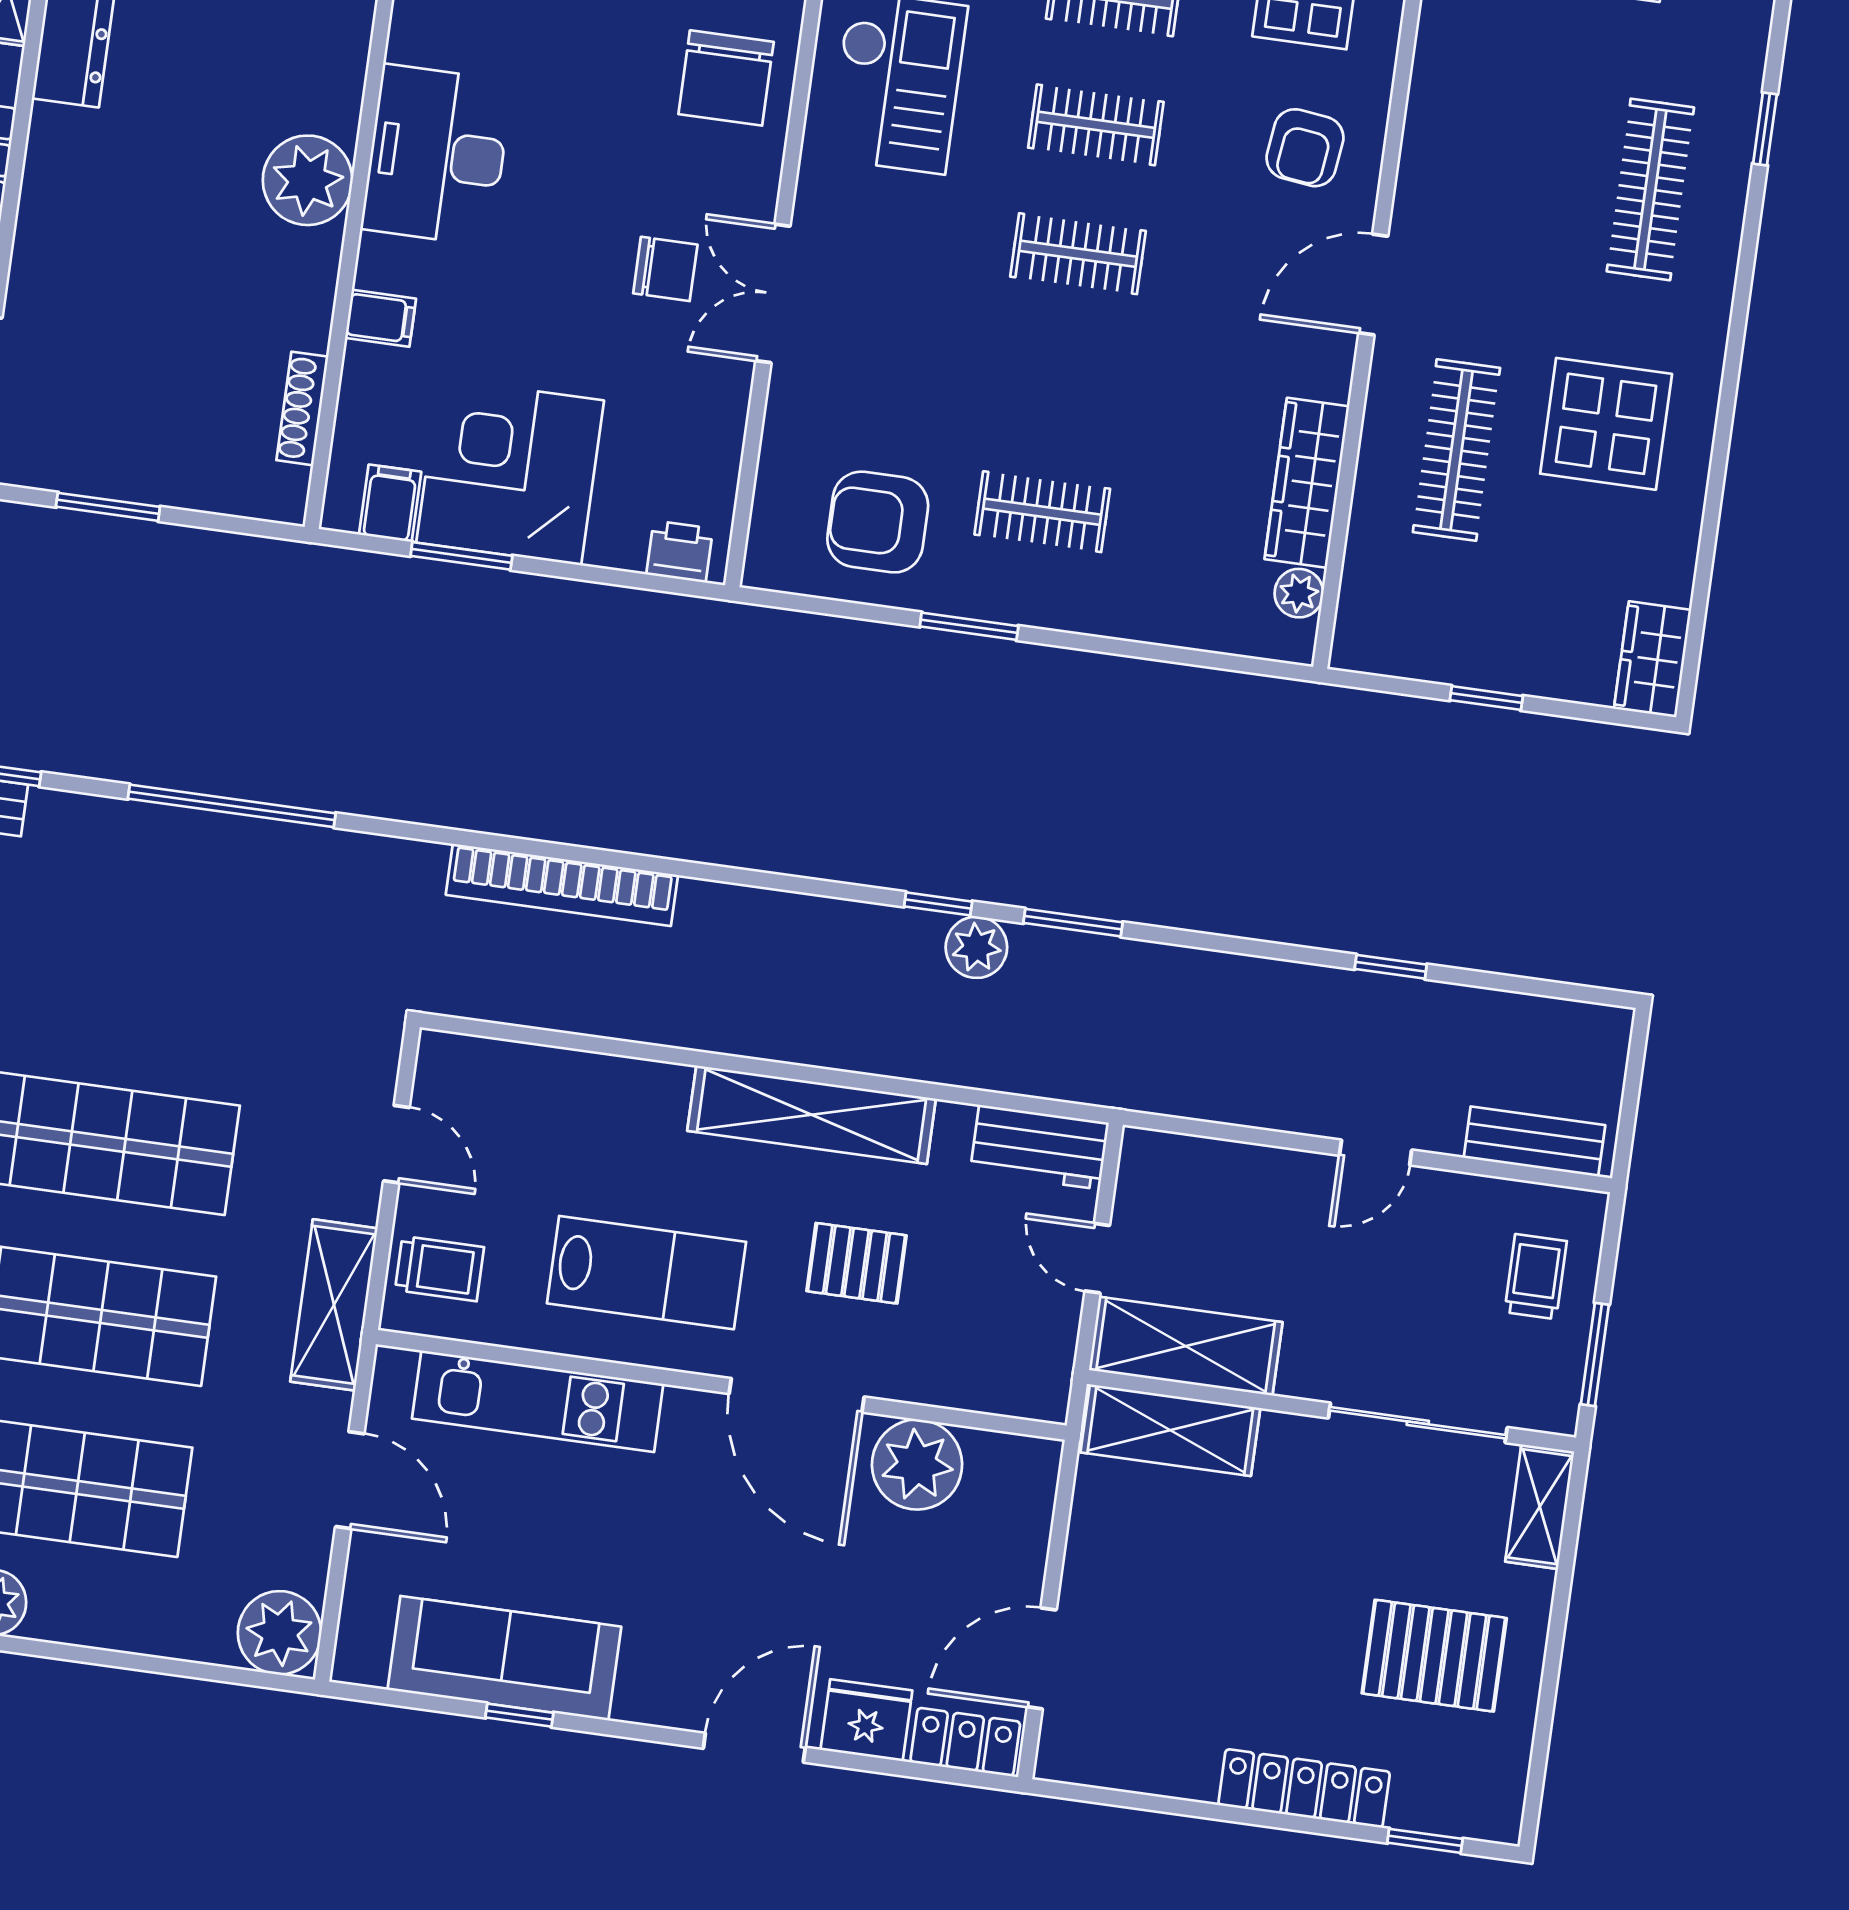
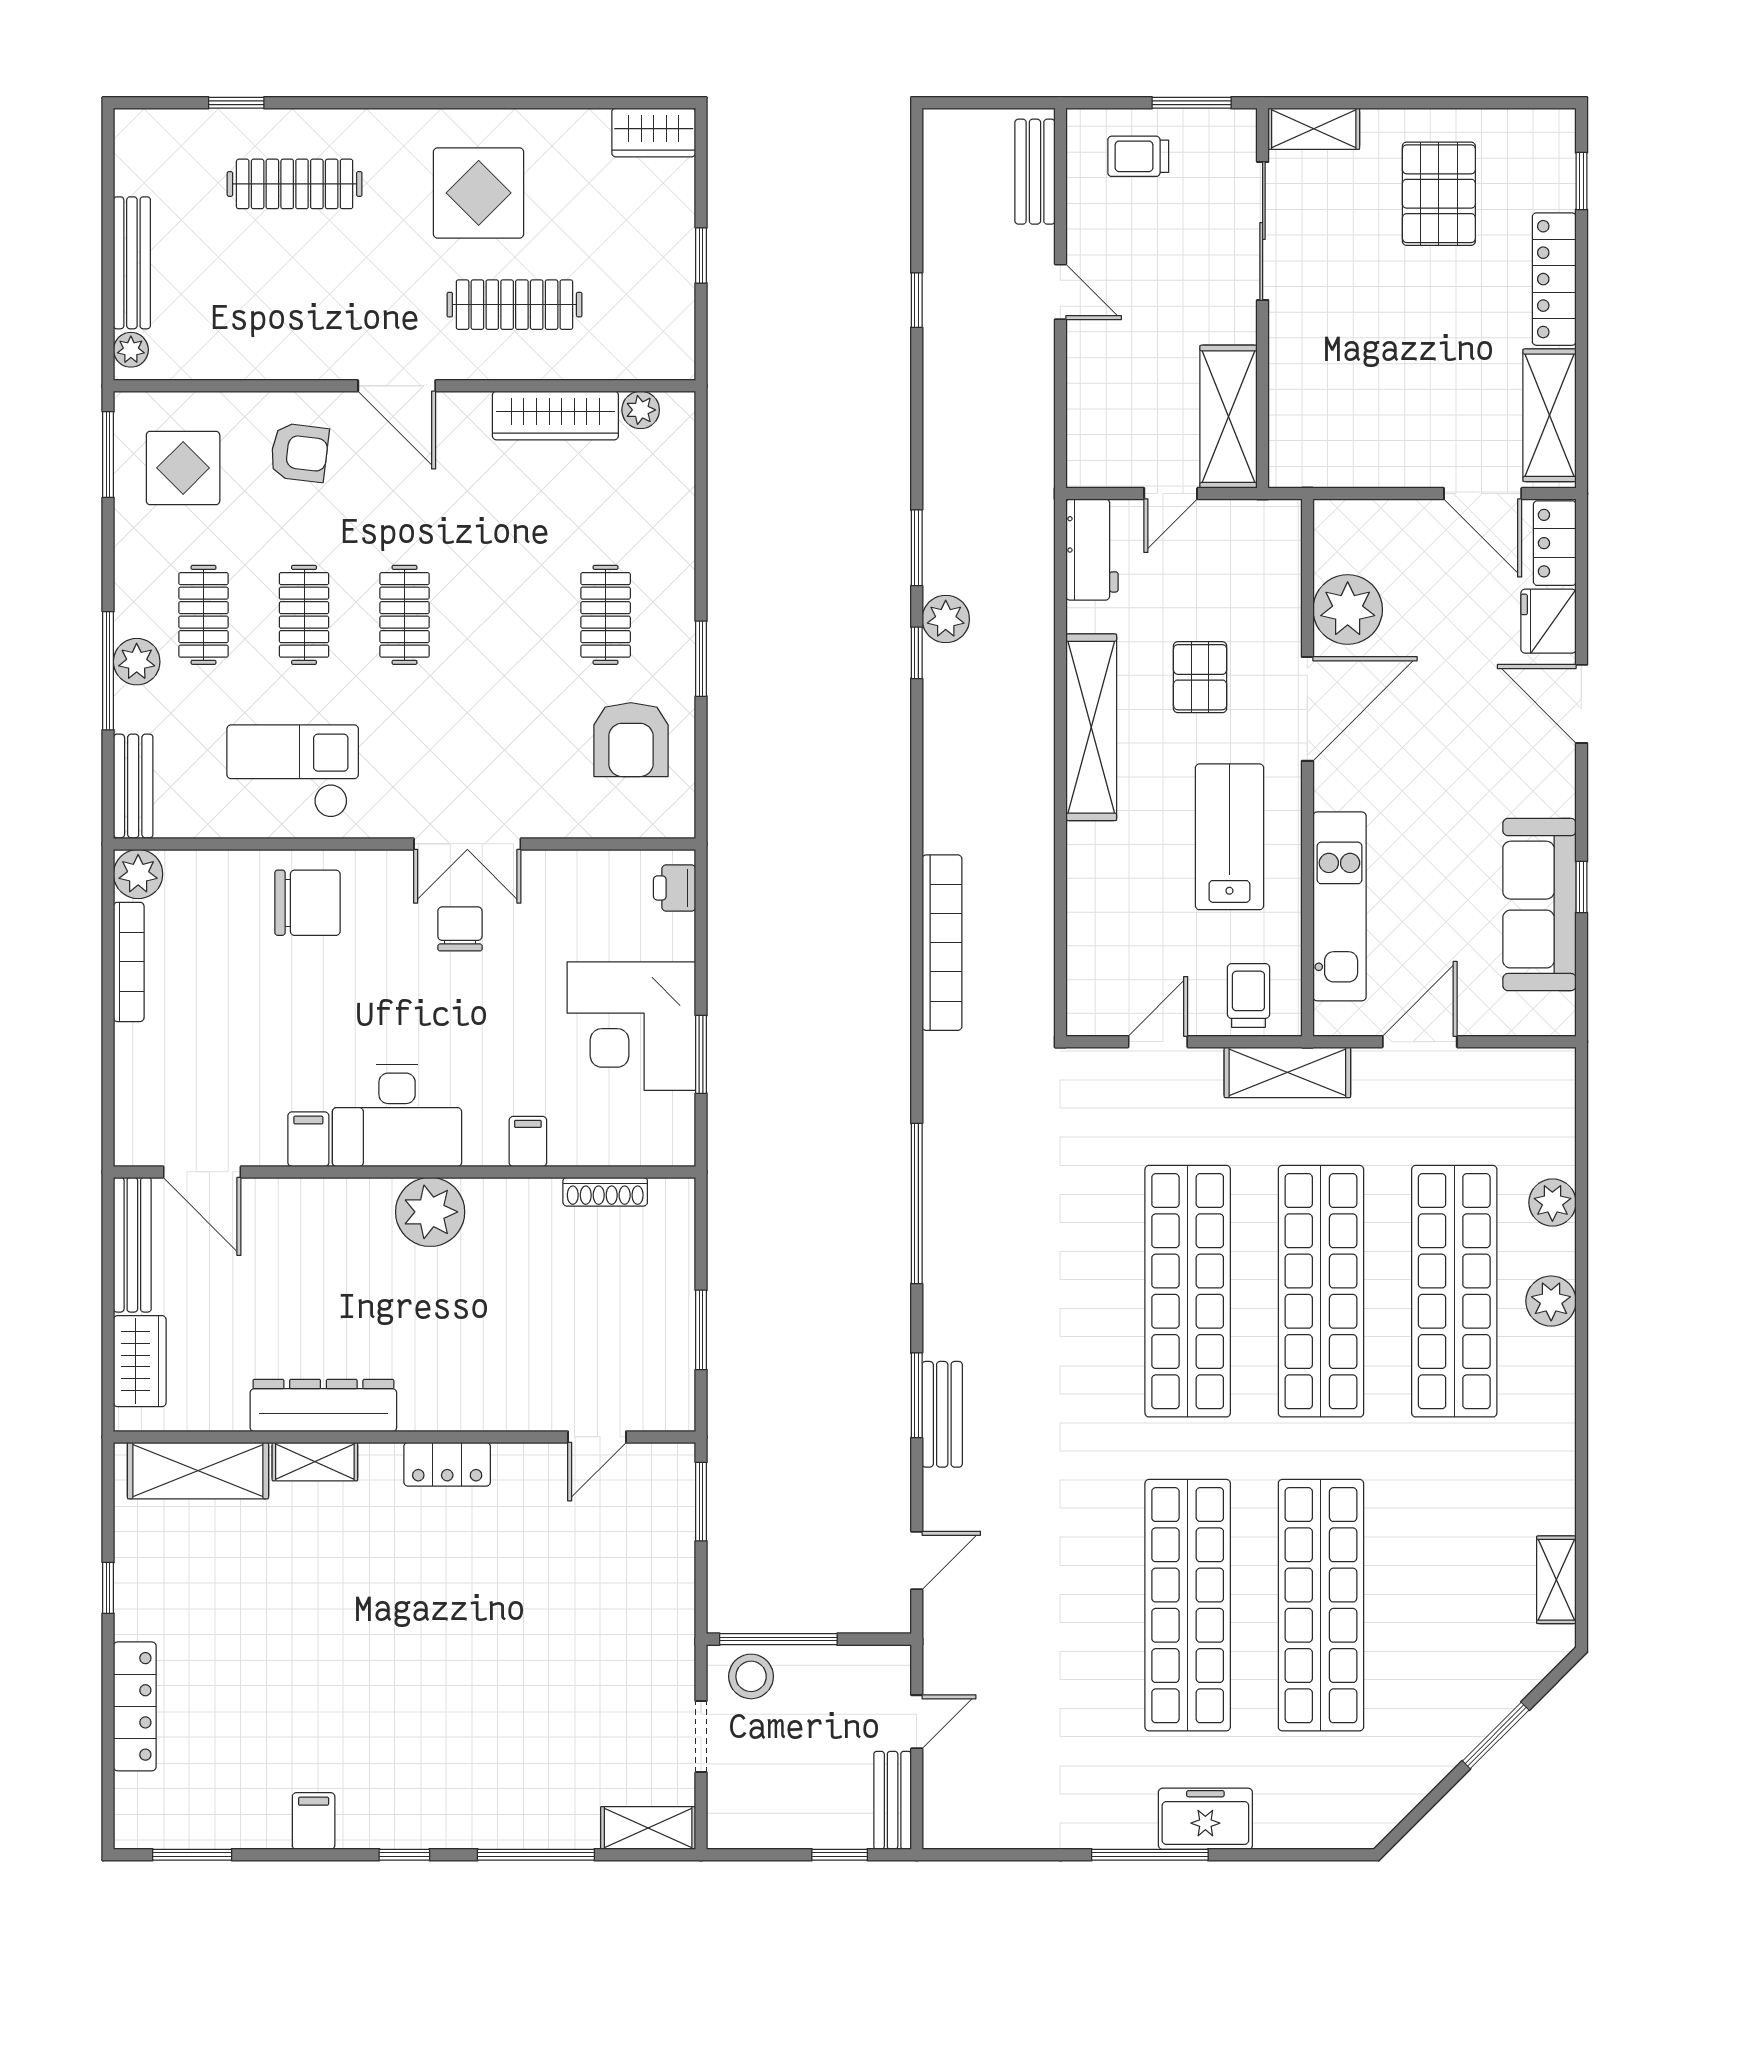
filing cabinet: (390, 503) -> (308, 1139), moved, turned 90
shelving: (1170, 1430) -> (1550, 415), moved
plant: (280, 1633) -> (1552, 1203), moved, width x0.73, depth x0.73

